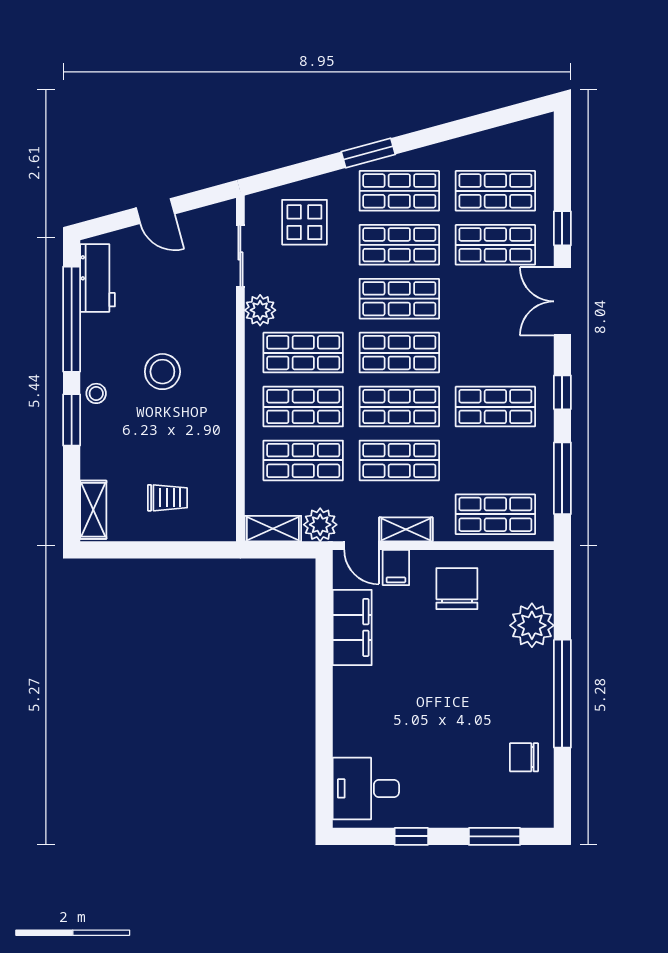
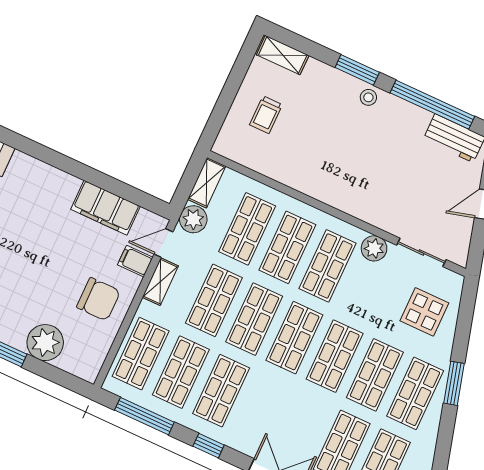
stool: (162, 372) -> (362, 154), removed
shop shelf: (495, 460) -> (181, 372), added

